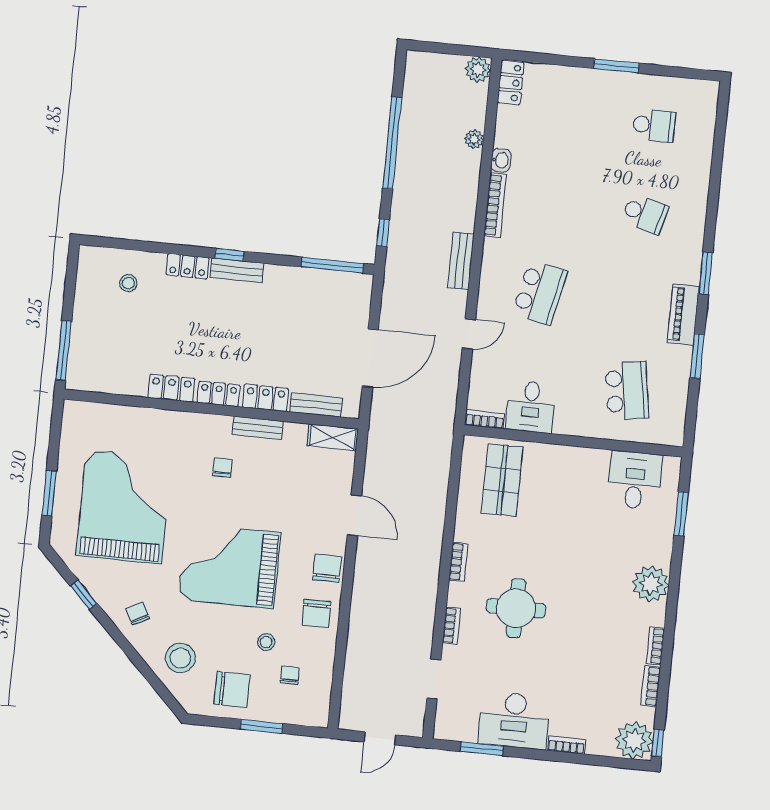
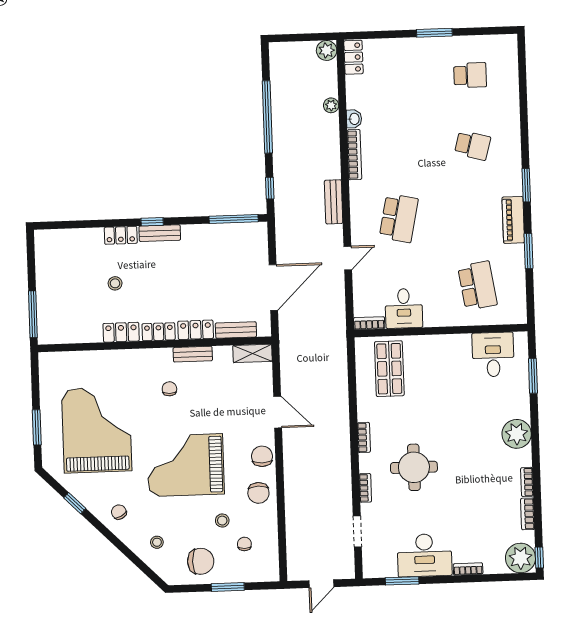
stool: (128, 283) -> (115, 283), moved
stool: (180, 658) -> (157, 542), width x0.53, depth x0.53

